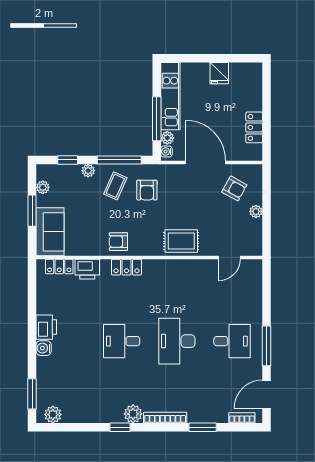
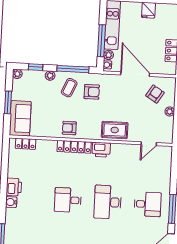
plant: (43, 187) -> (17, 74), moved
armchair: (234, 188) -> (155, 94), turned -87
armchair: (147, 190) -> (92, 92), turned -90
locker: (126, 267) -> (74, 147), width x1.53
printer: (87, 269) -> (101, 150), moved

